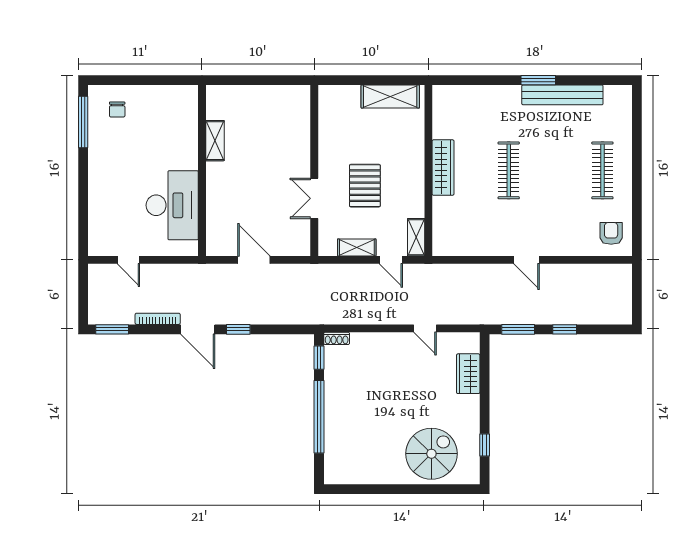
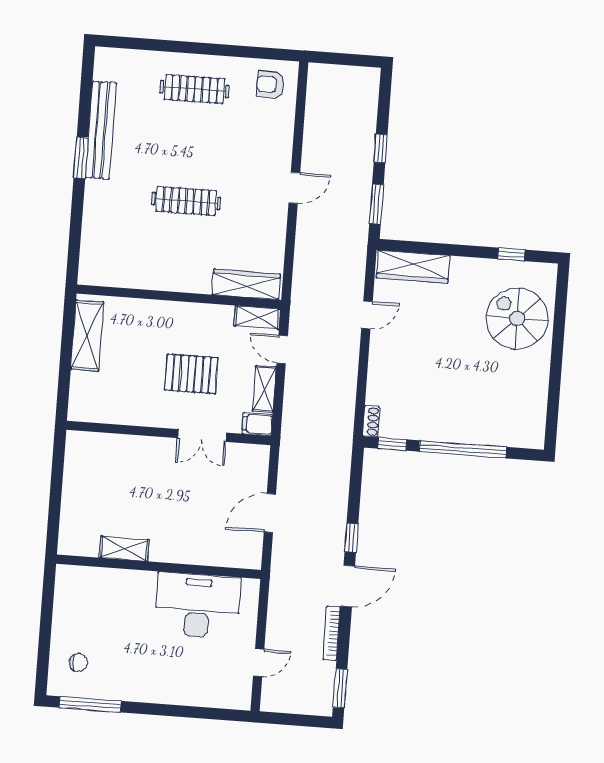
wardrobe: (443, 168) -> (246, 284), moved
filing cabinet: (327, 244) -> (257, 424), added
door: (391, 260) -> (282, 349), swing flipped
wardrobe: (468, 374) -> (413, 267), width x1.50

